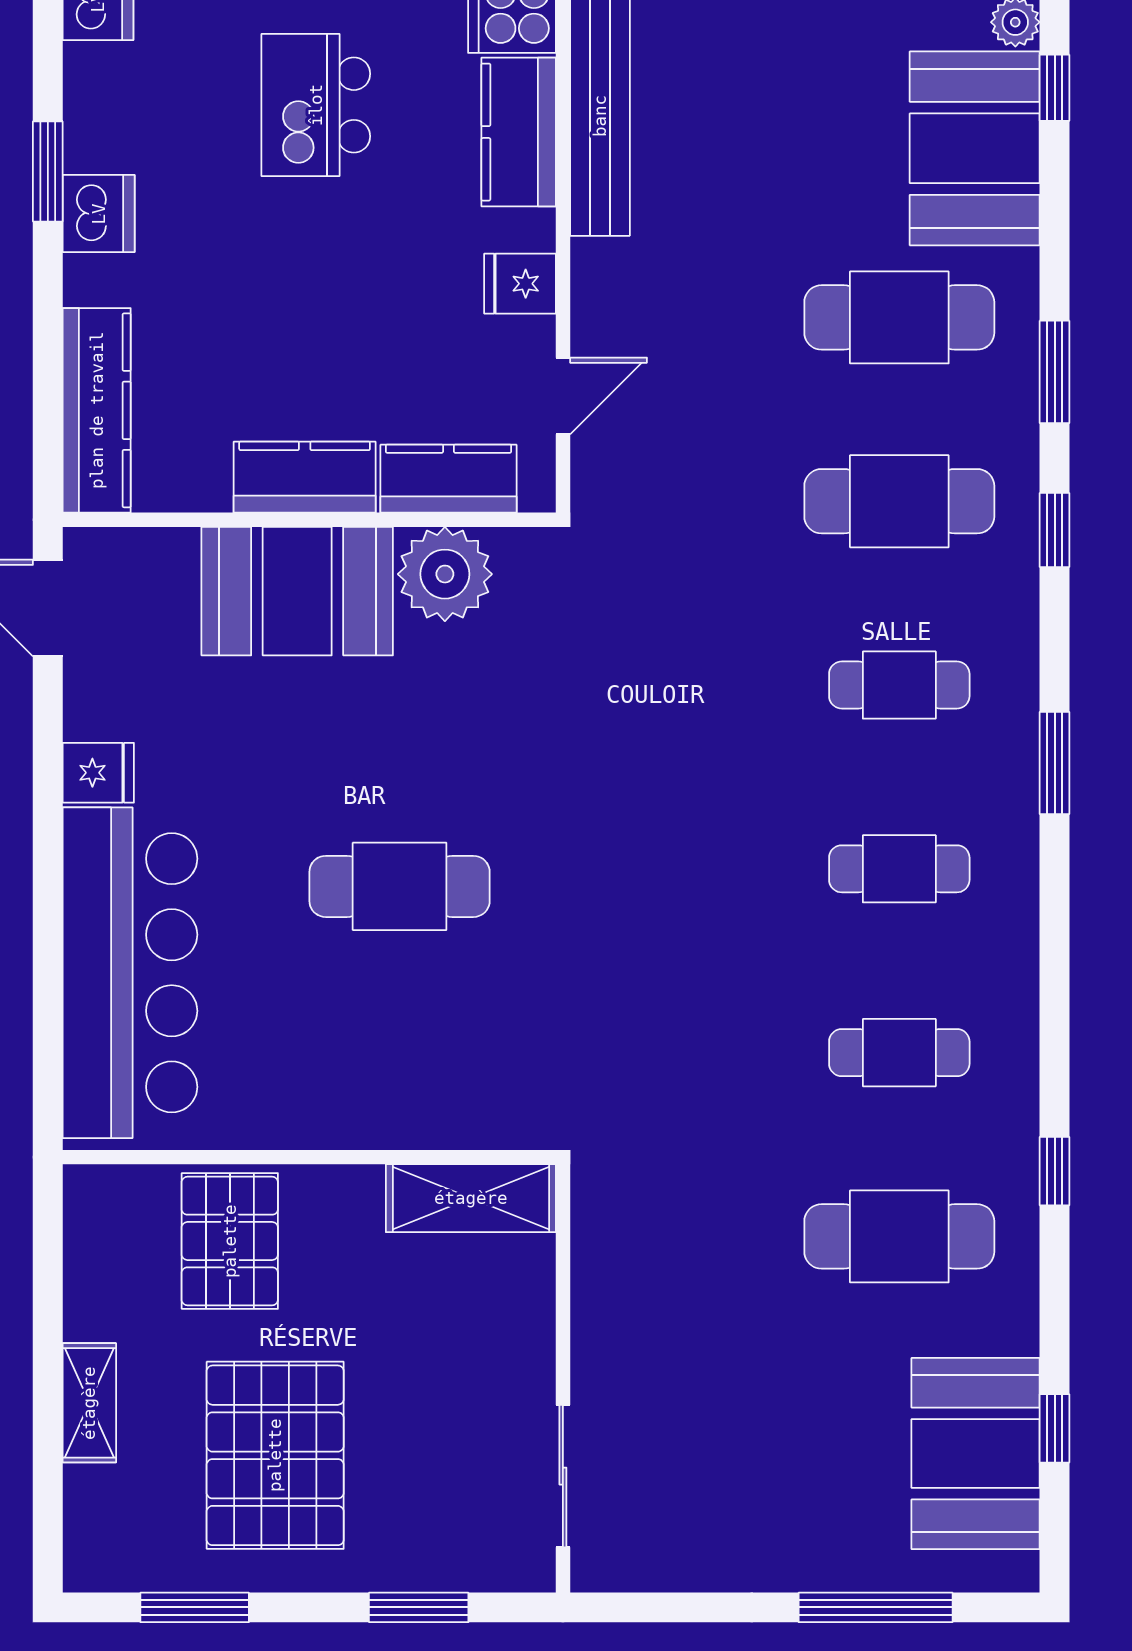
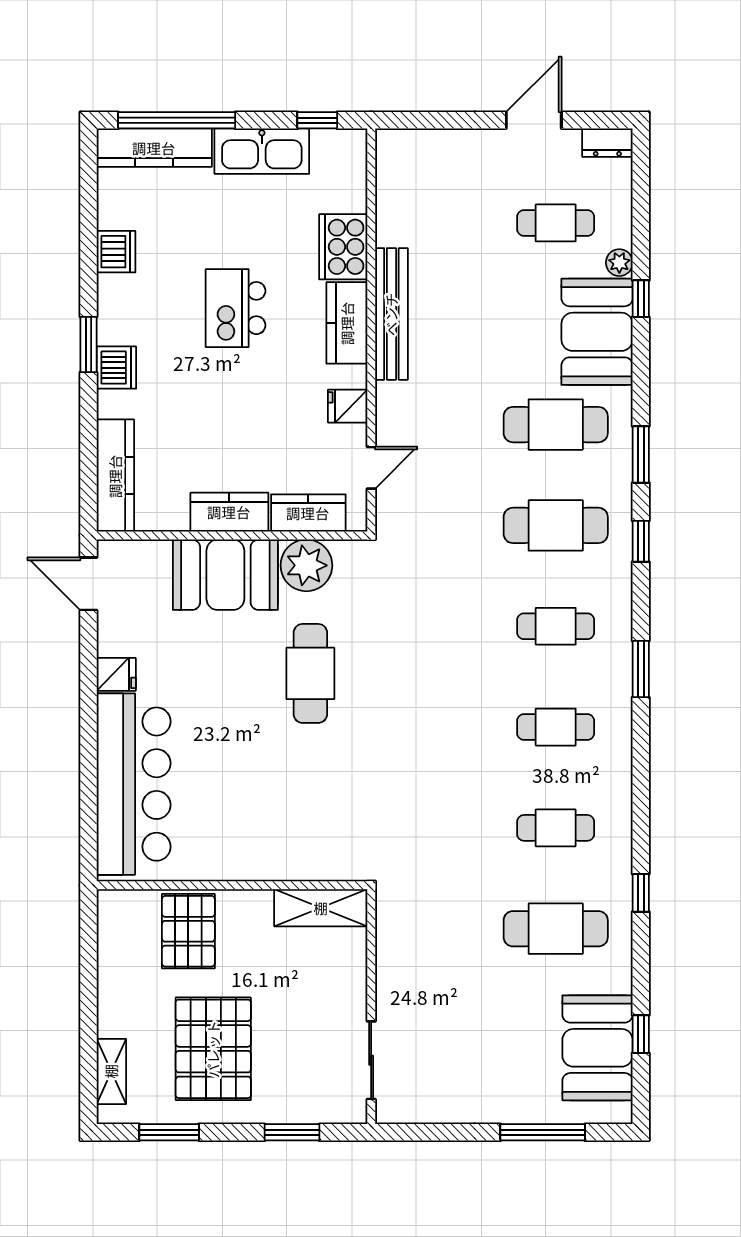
cafe table: (400, 886) -> (310, 673), moved, turned 90
shelving: (89, 1403) -> (111, 1071), moved

